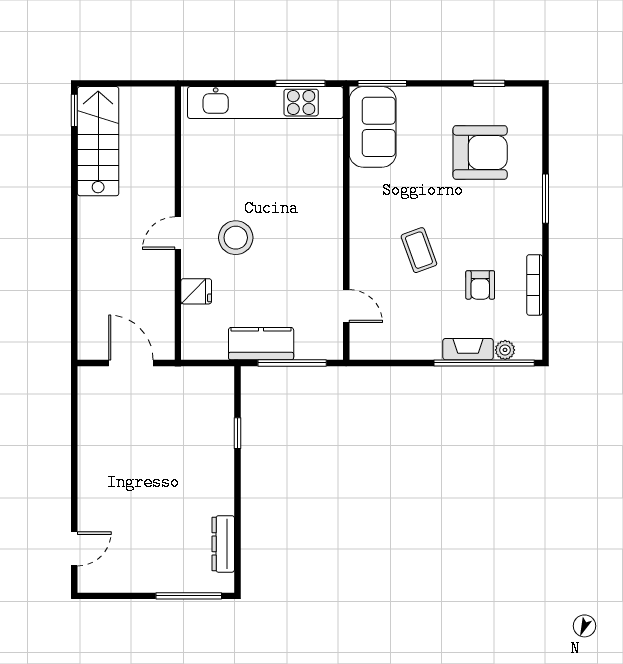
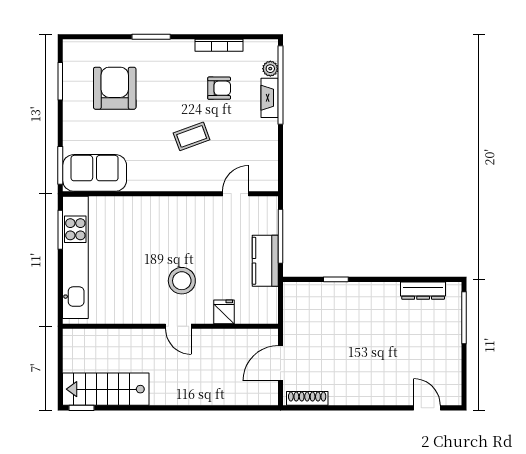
window: (489, 83) -> (60, 81), width x1.50
shoe rack: (86, 397) -> (307, 398), added

